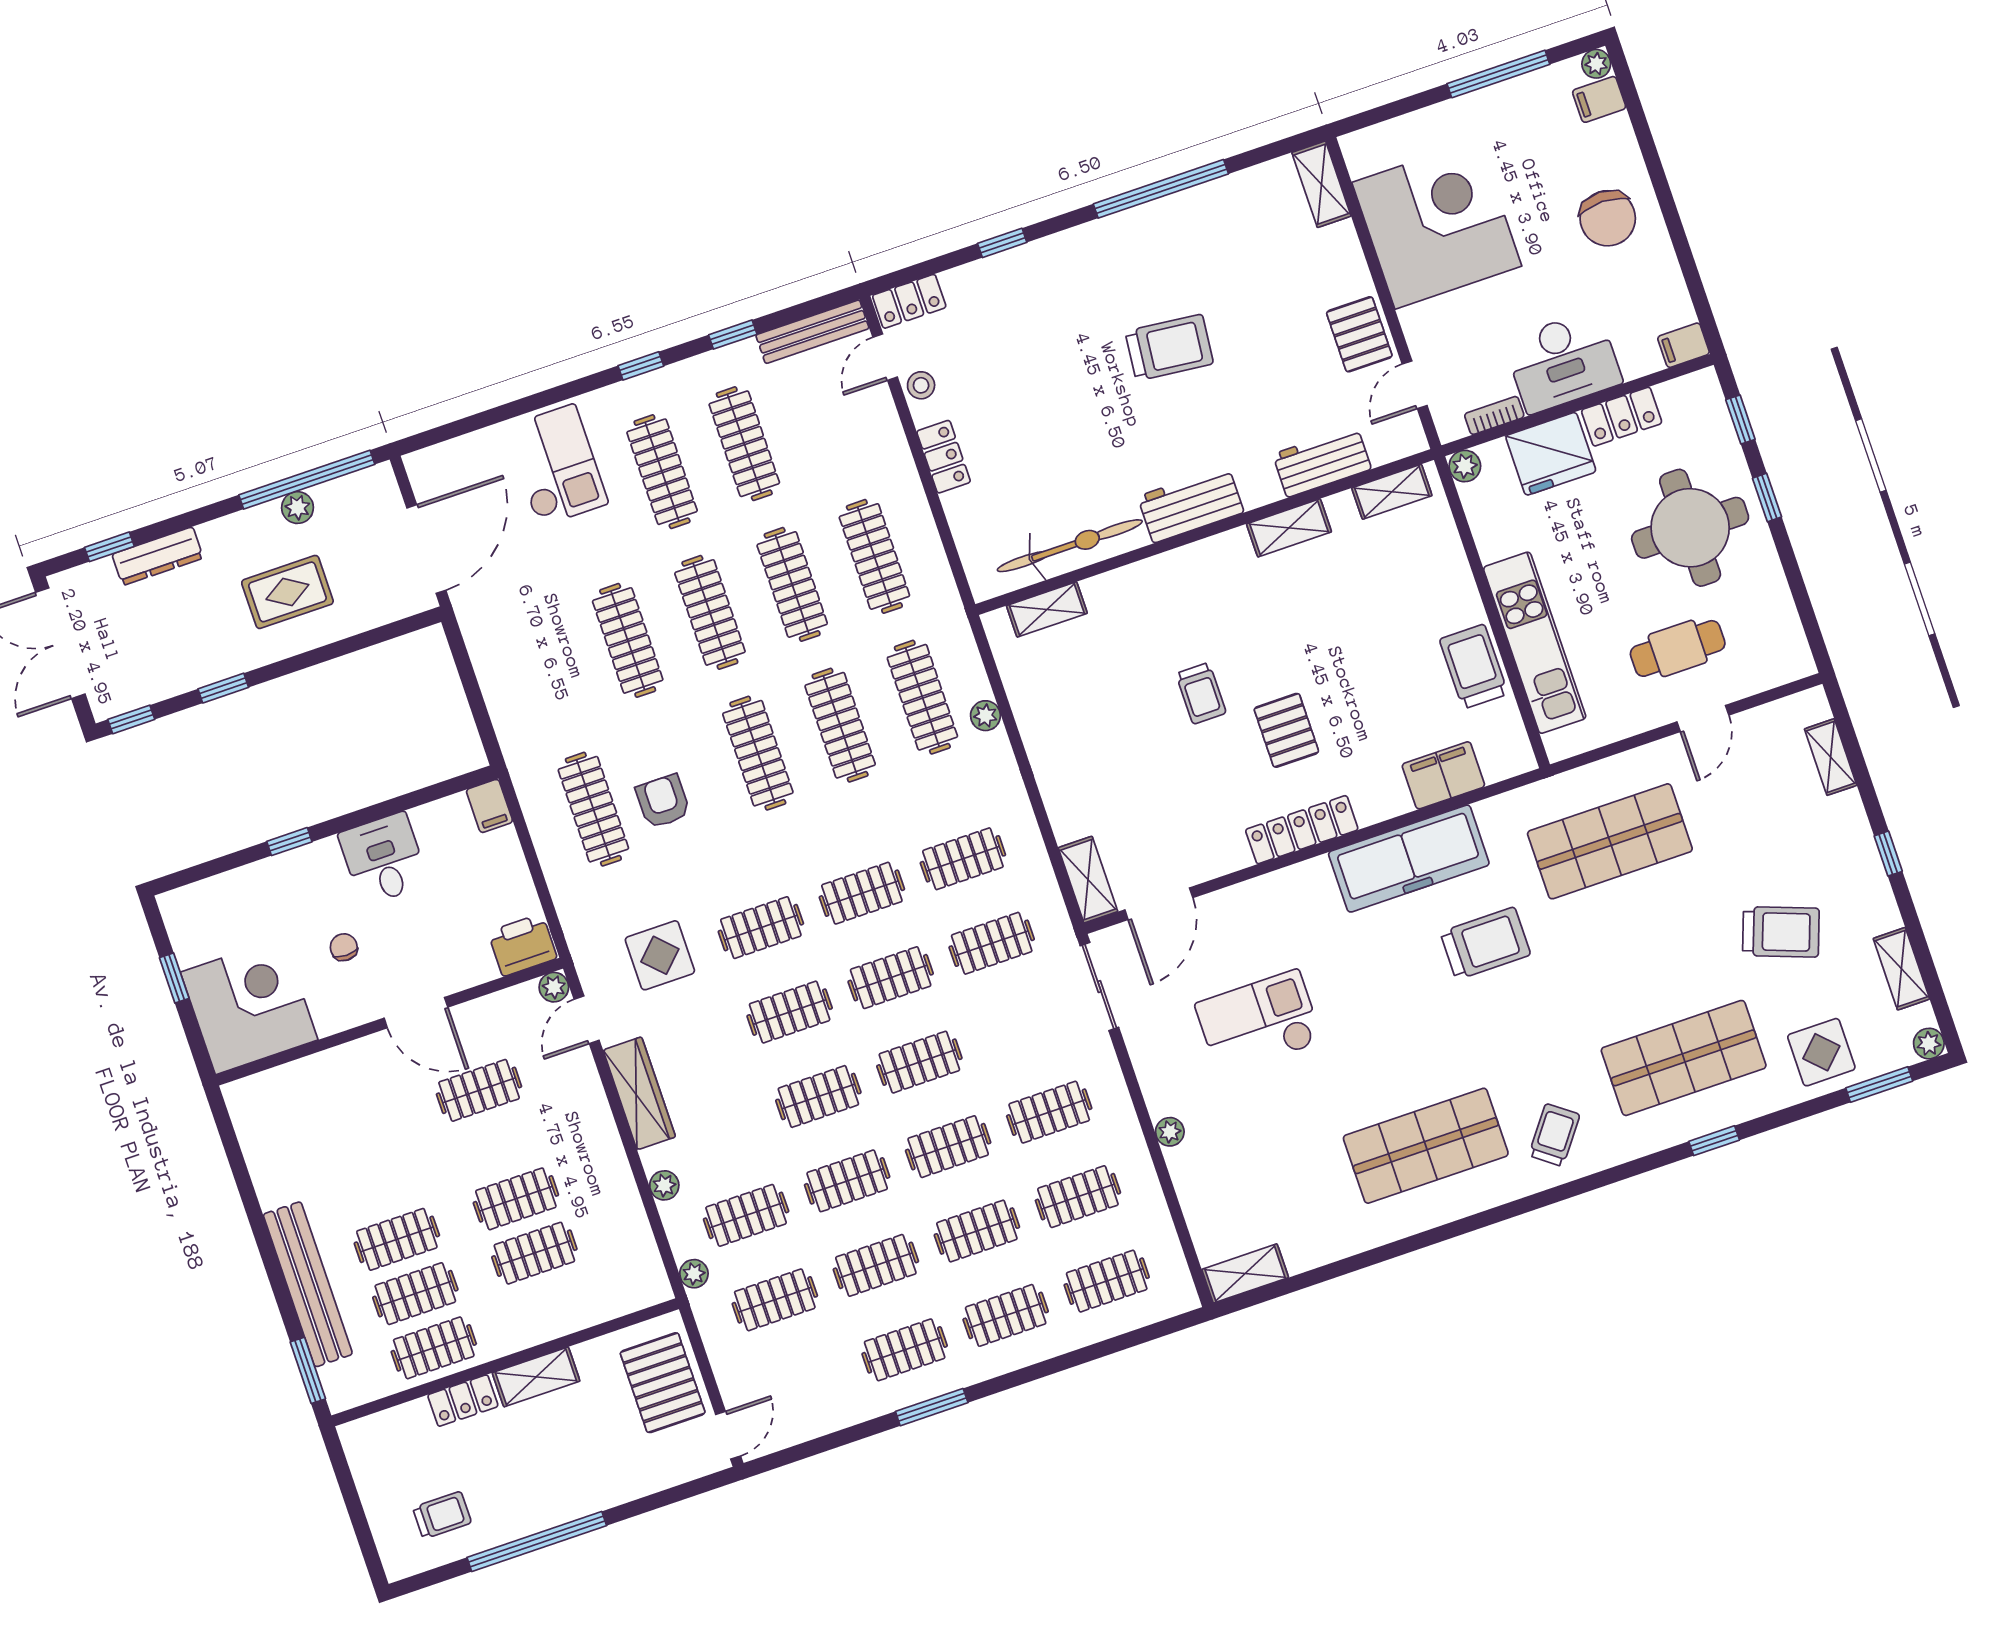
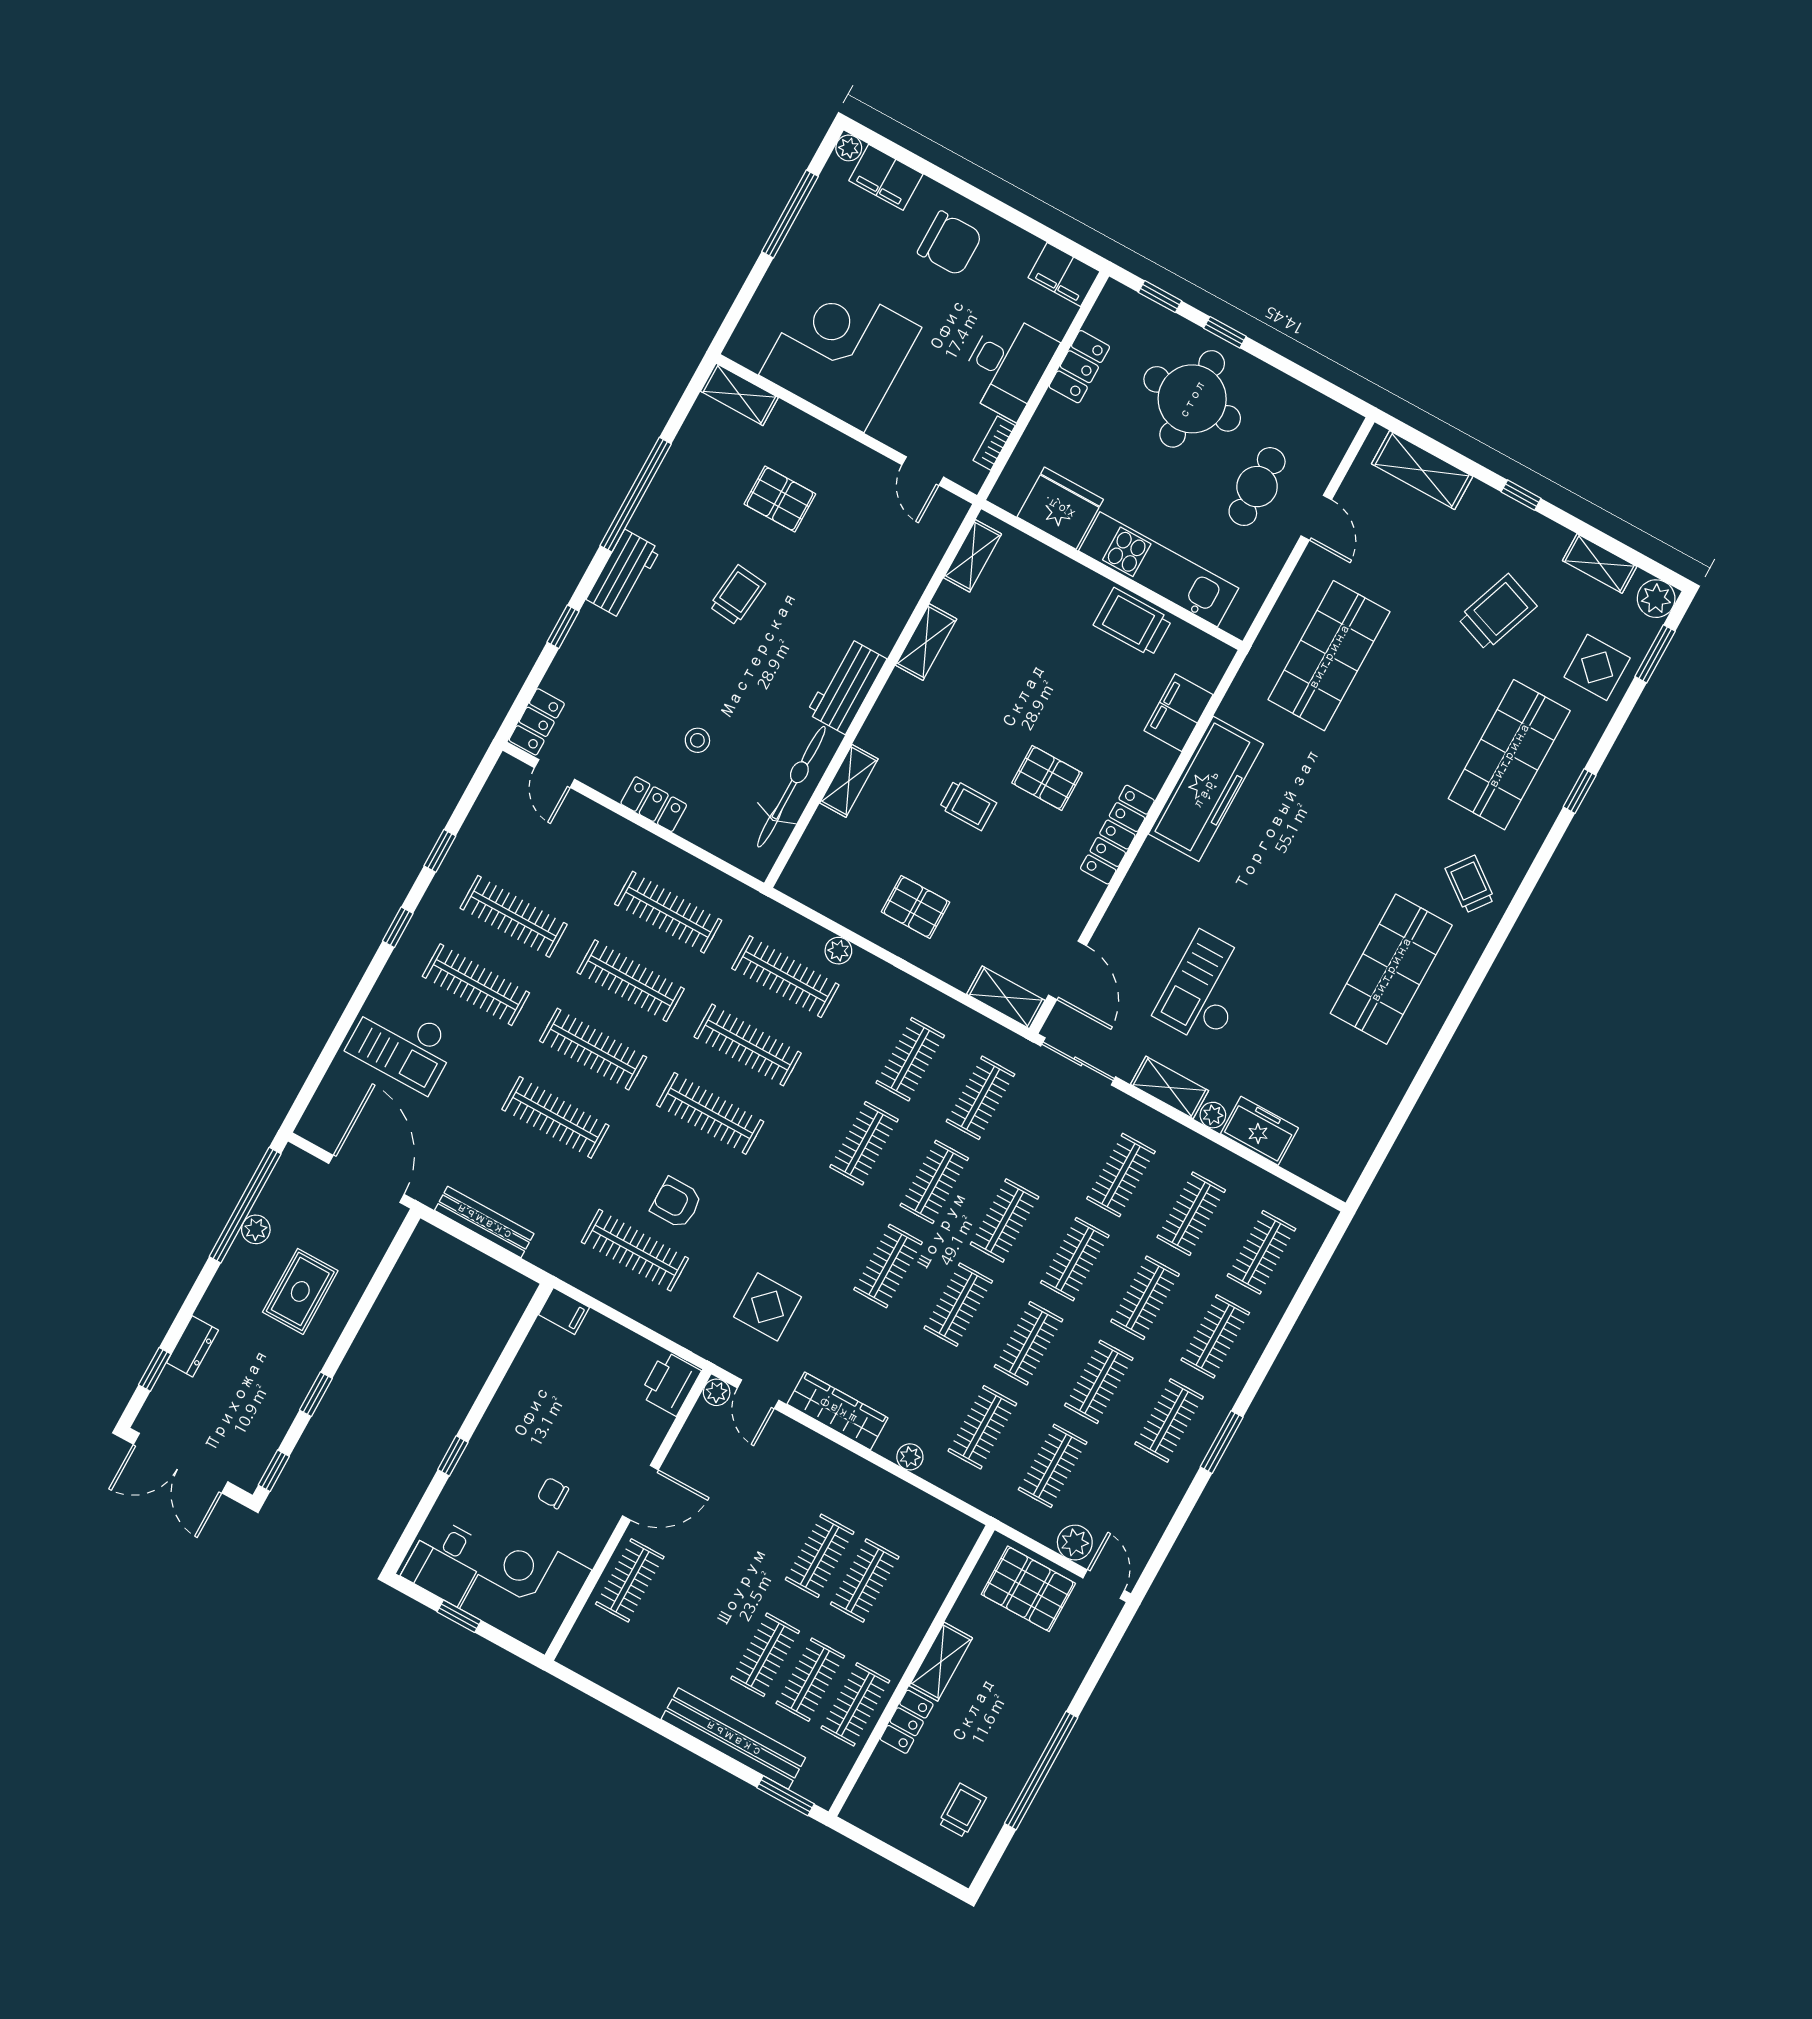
filing cabinet: (1599, 99) -> (886, 177), width x2.00
bench: (812, 332) -> (484, 1222), moved, turned 90
pallet: (1359, 334) -> (780, 499), moved
filing cabinet: (1684, 345) -> (1064, 275), width x2.00
trolley: (1169, 348) -> (737, 595), width x0.73, depth x0.72
stool: (921, 385) -> (697, 740), moved
fridge: (1551, 454) -> (1060, 508), moved, turned -90
workbench: (1322, 462) -> (623, 574), moved, turned 180
checkout: (557, 465) -> (402, 1044), turned 180
plant: (1465, 466) -> (1005, 494), removed
dresser: (158, 556) -> (192, 1346), width x0.70
shelving: (1047, 609) -> (849, 781), moved
pallet: (1082, 738) -> (916, 907), added
shelving: (1831, 757) -> (1422, 470), width x1.50, depth x1.33
desk: (384, 859) -> (445, 1561), moved, turned -90
clothes rail: (761, 928) -> (818, 1227), removed
trolley: (1485, 943) -> (1308, 799), removed
plant: (1929, 1044) -> (1656, 599), width x1.38, depth x1.38
clothes rail: (479, 1090) -> (630, 1580), moved
freezer: (1196, 1180) -> (1259, 1131), added
shelving: (1245, 1273) -> (1170, 1087), moved, turned 90
plant: (694, 1274) -> (1075, 1543), moved, width x1.38, depth x1.38

